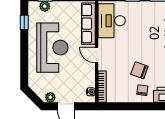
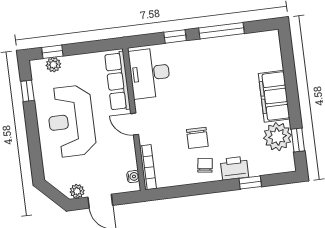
reception desk: (52, 48) -> (71, 121), turned 180
chair: (139, 70) -> (197, 138), turned -110

